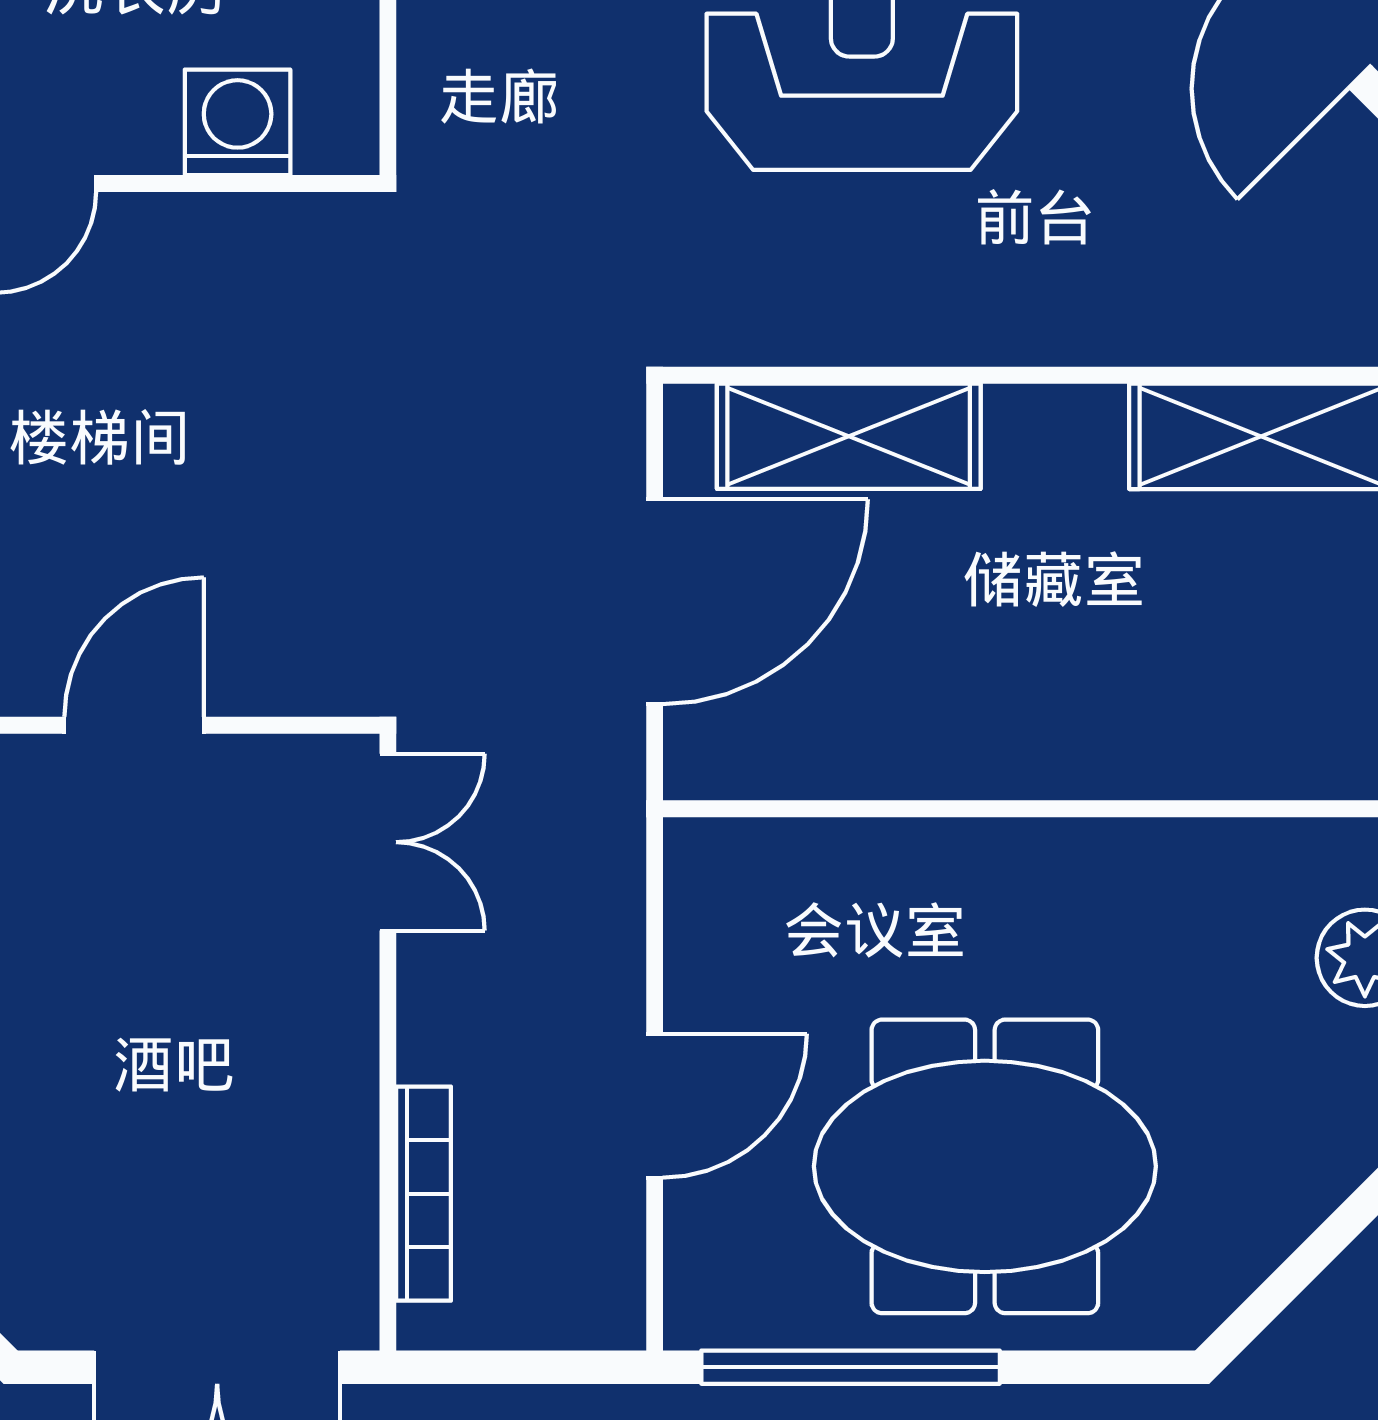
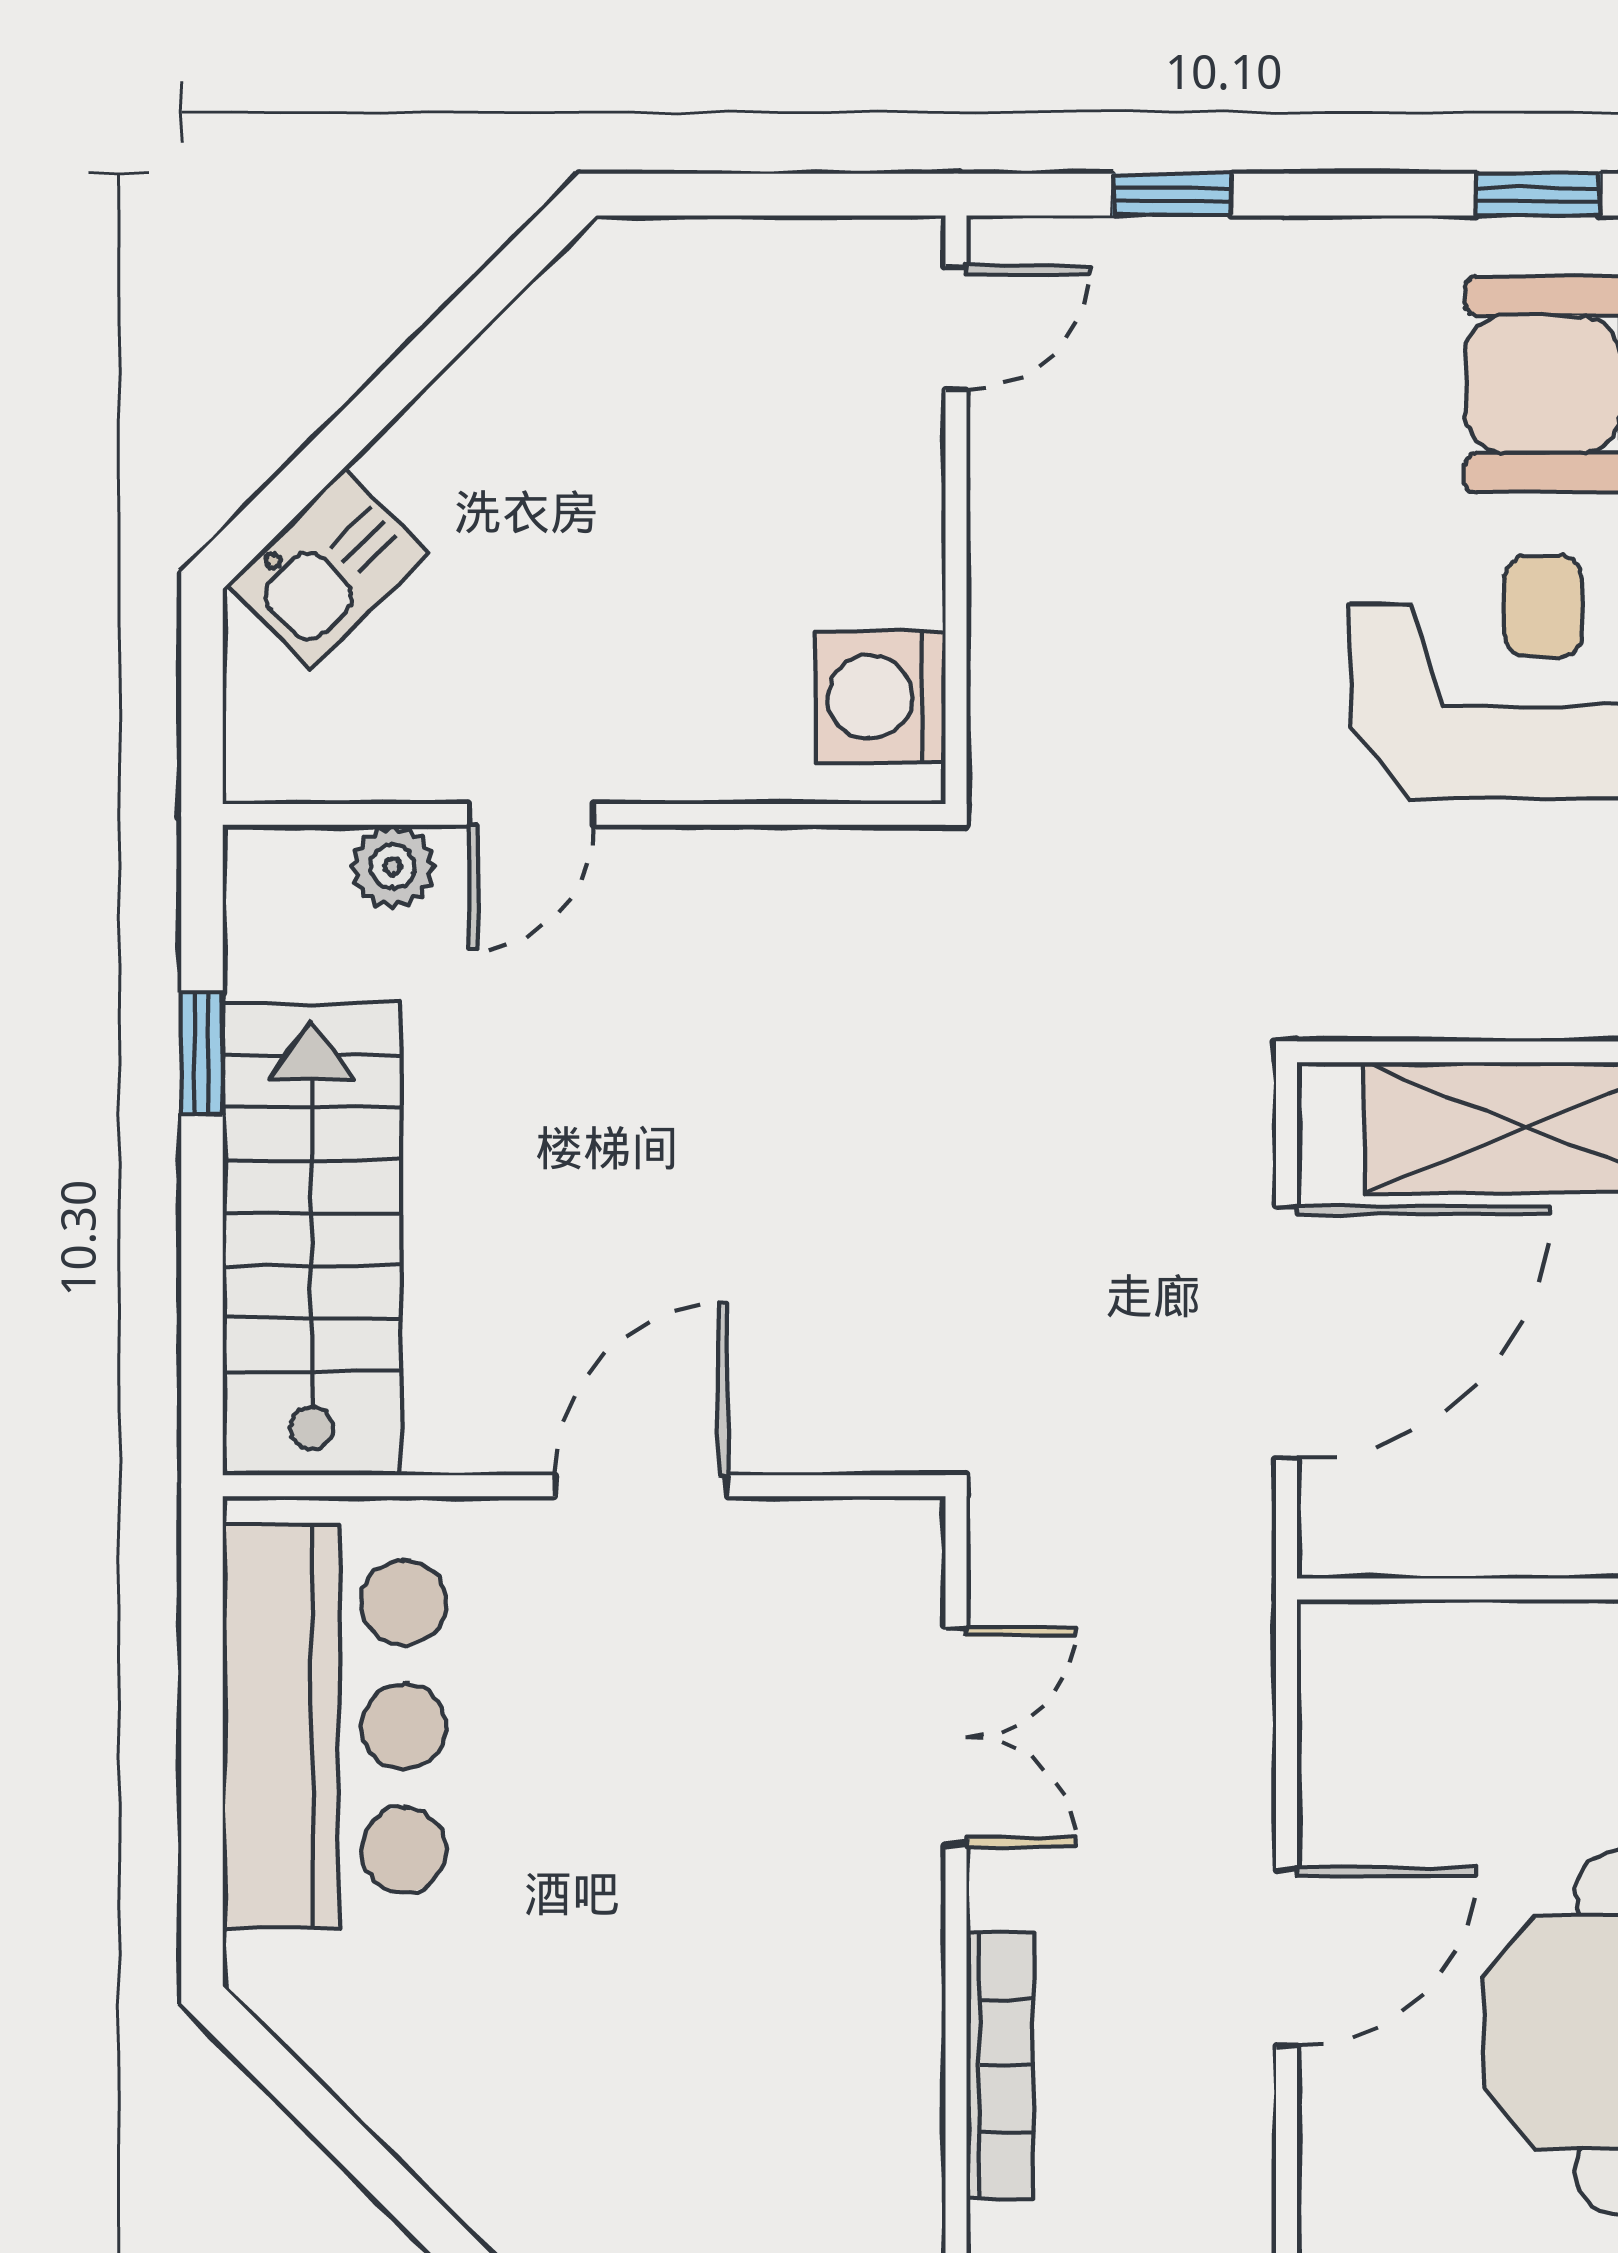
washing machine: (238, 122) -> (880, 697), moved, turned -90
double door: (388, 842) -> (956, 1737), moved

